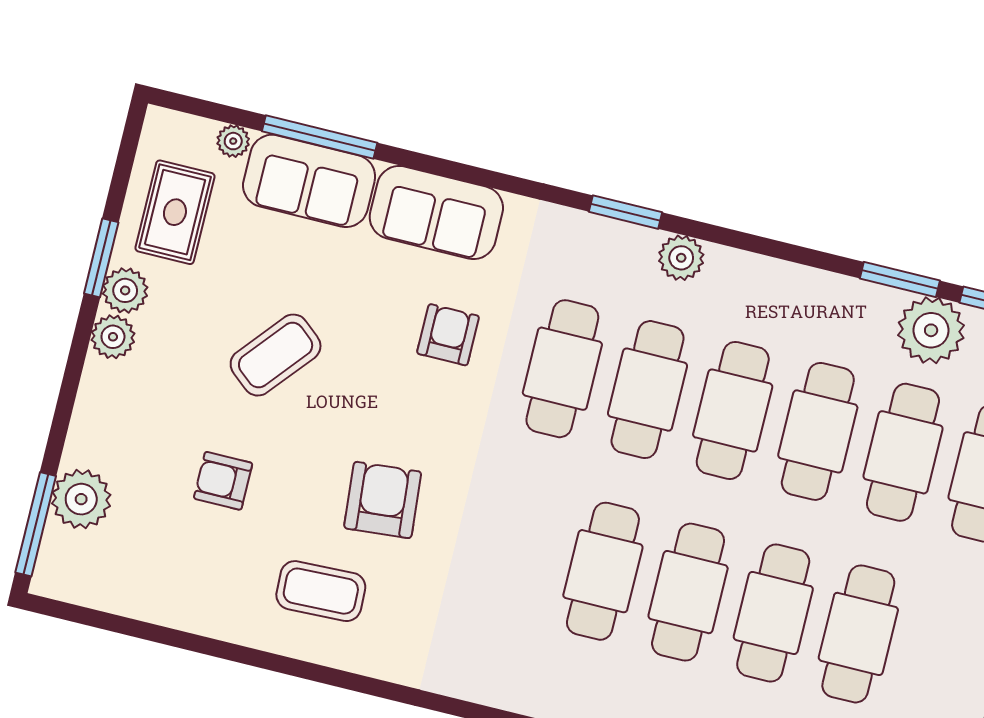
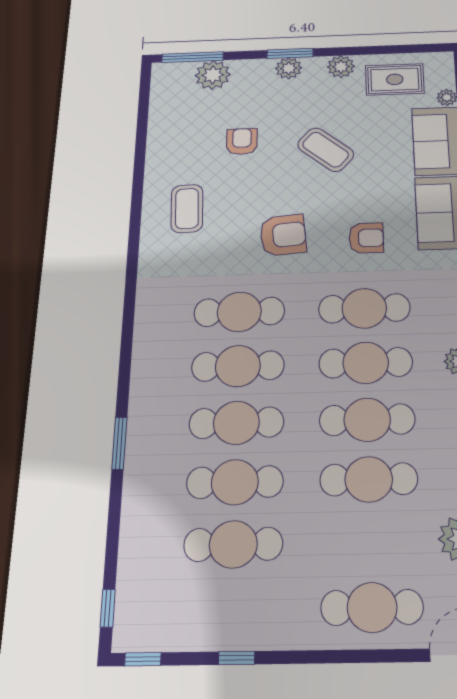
window: (101, 258) -> (290, 53), moved
plant: (113, 337) -> (289, 68), moved
cafe table: (903, 452) -> (239, 312), moved
armchair: (383, 500) -> (283, 235), moved

